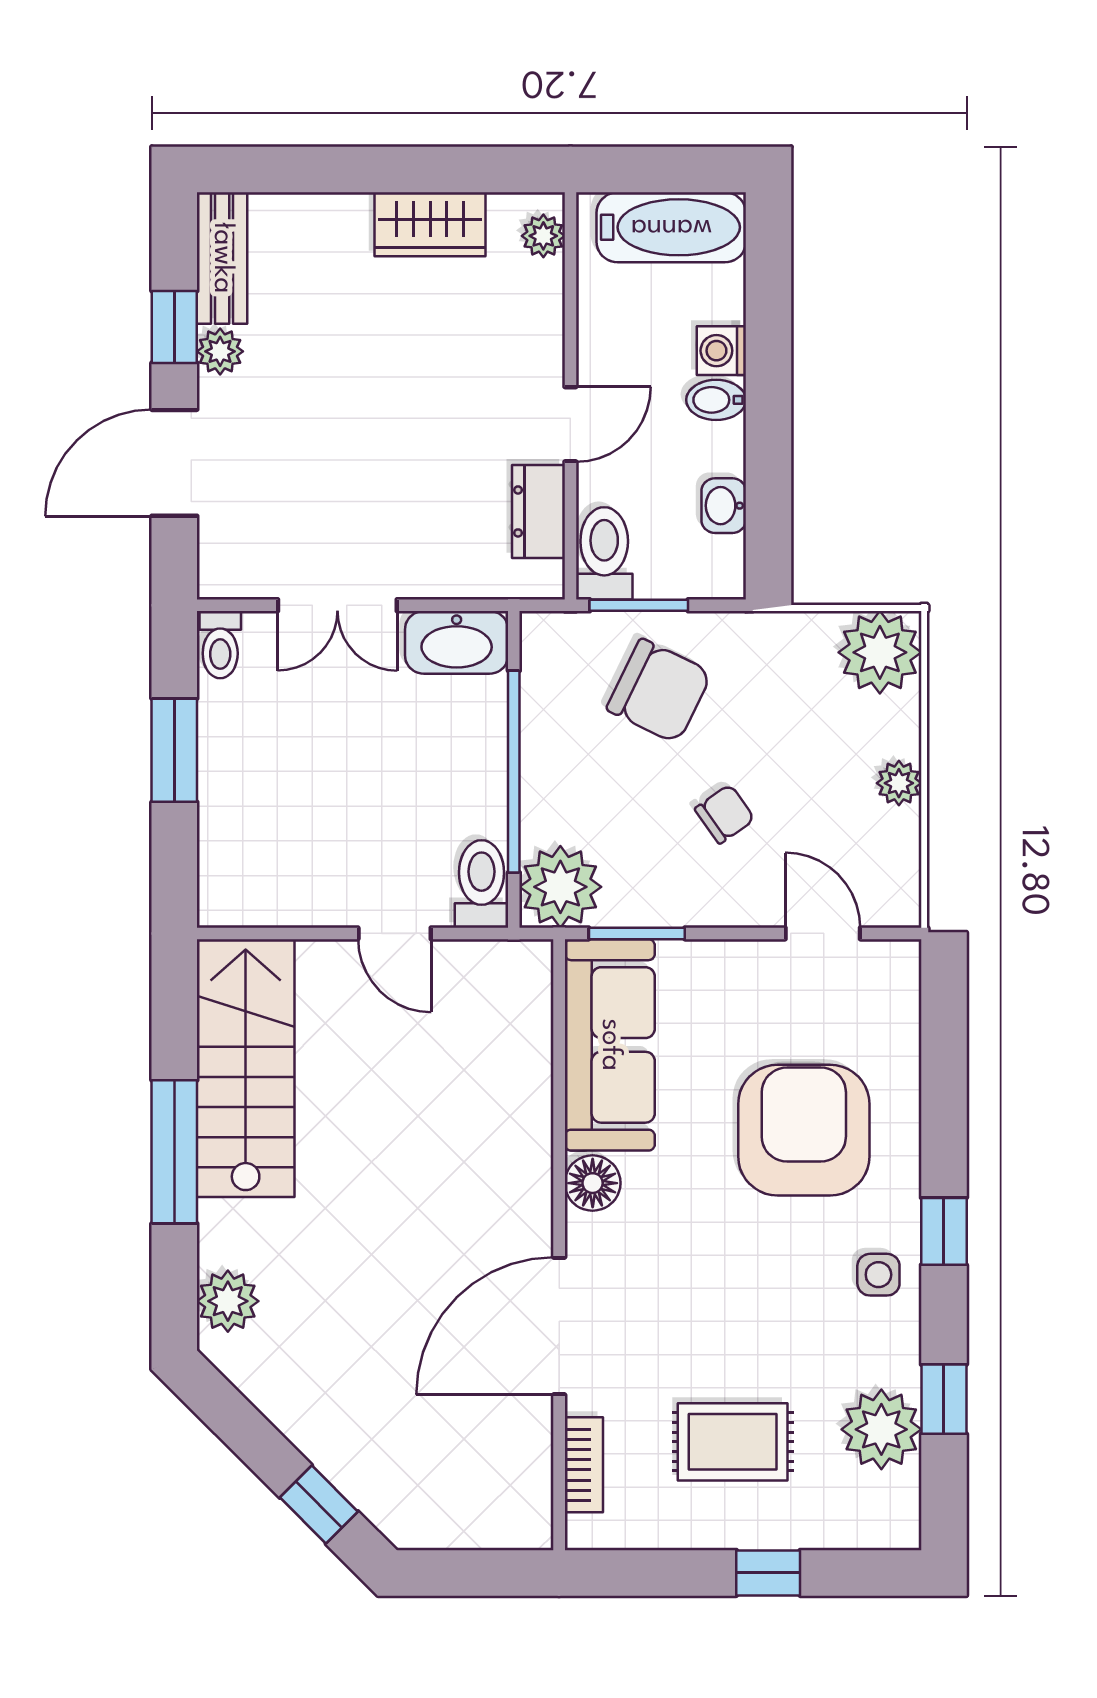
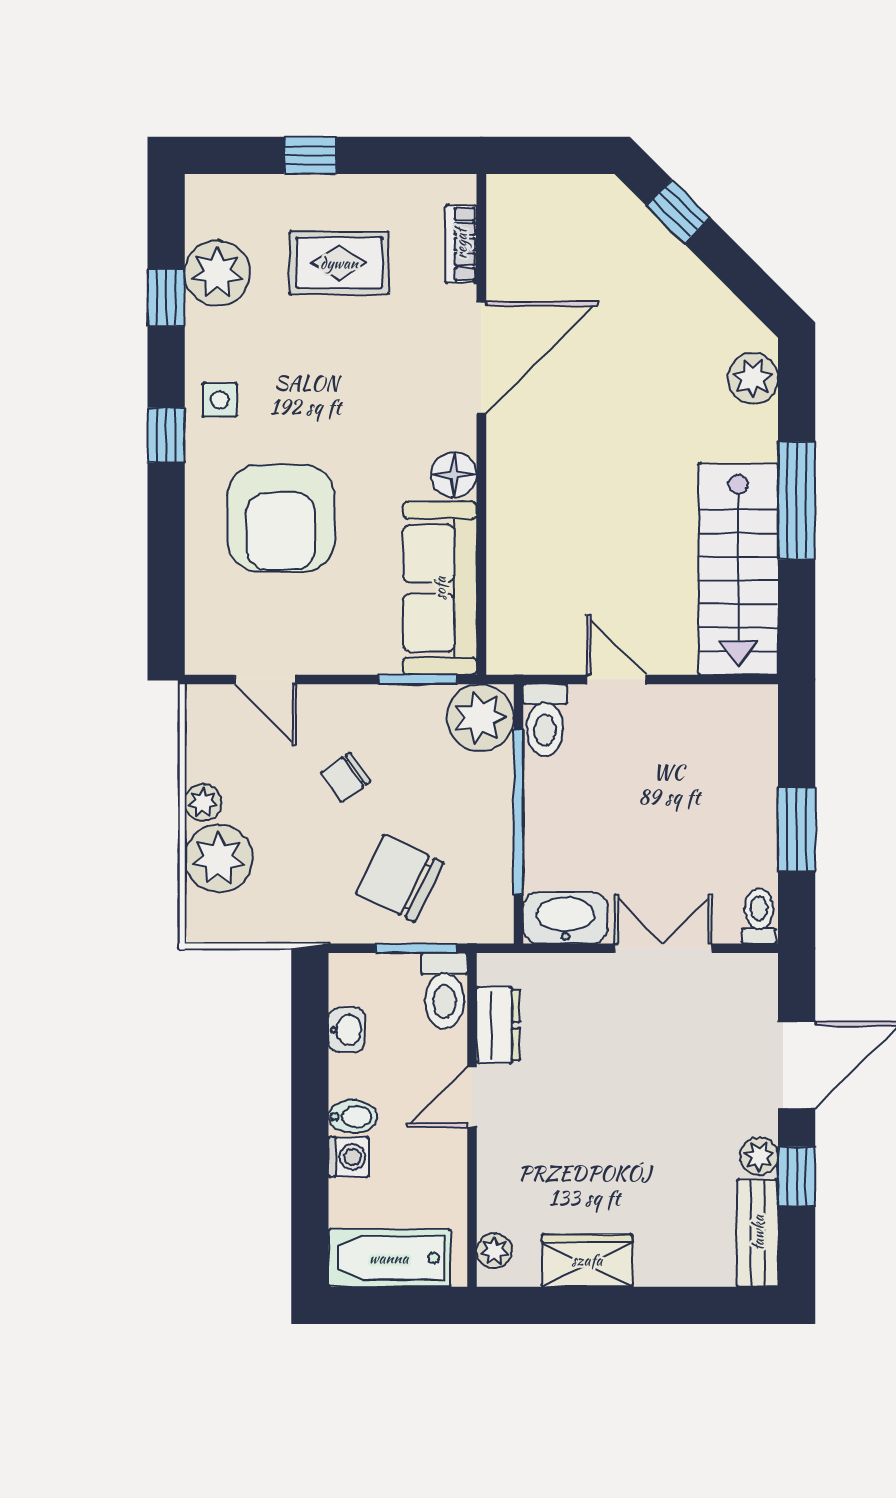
plant: (880, 652) -> (219, 859), moved

